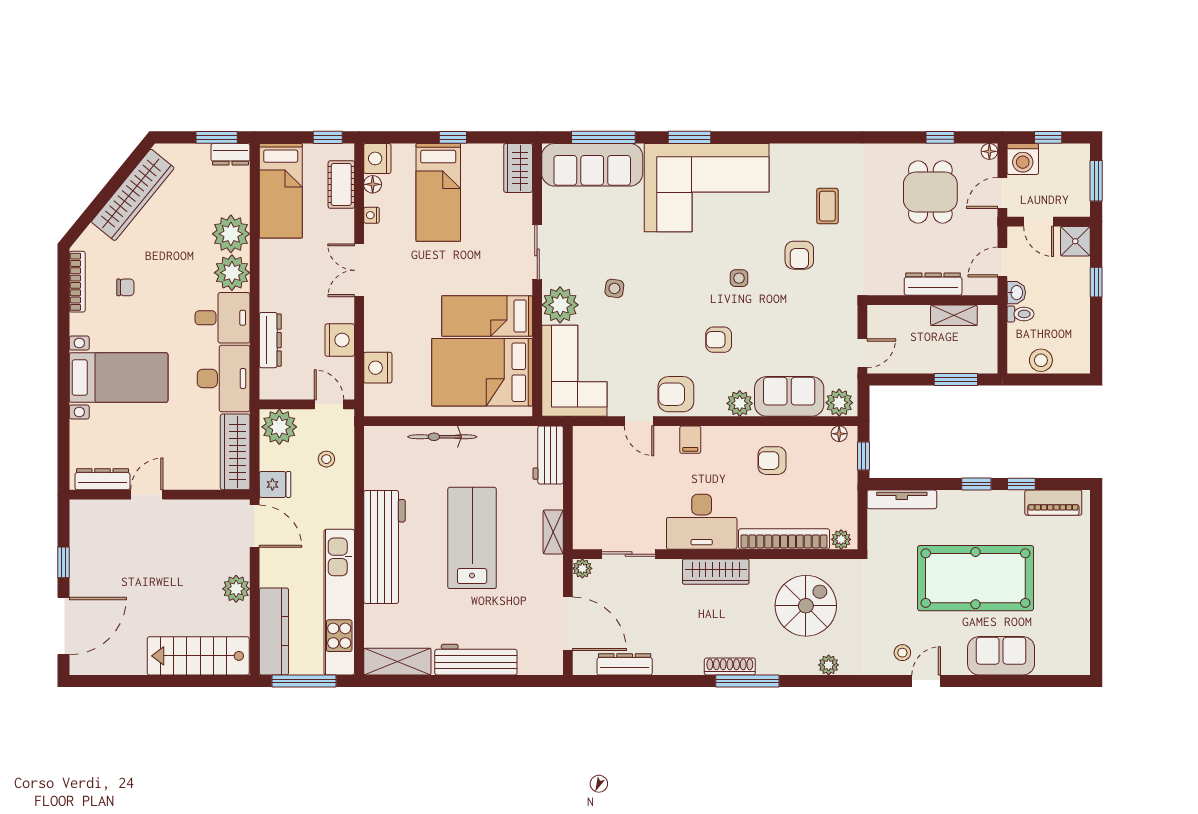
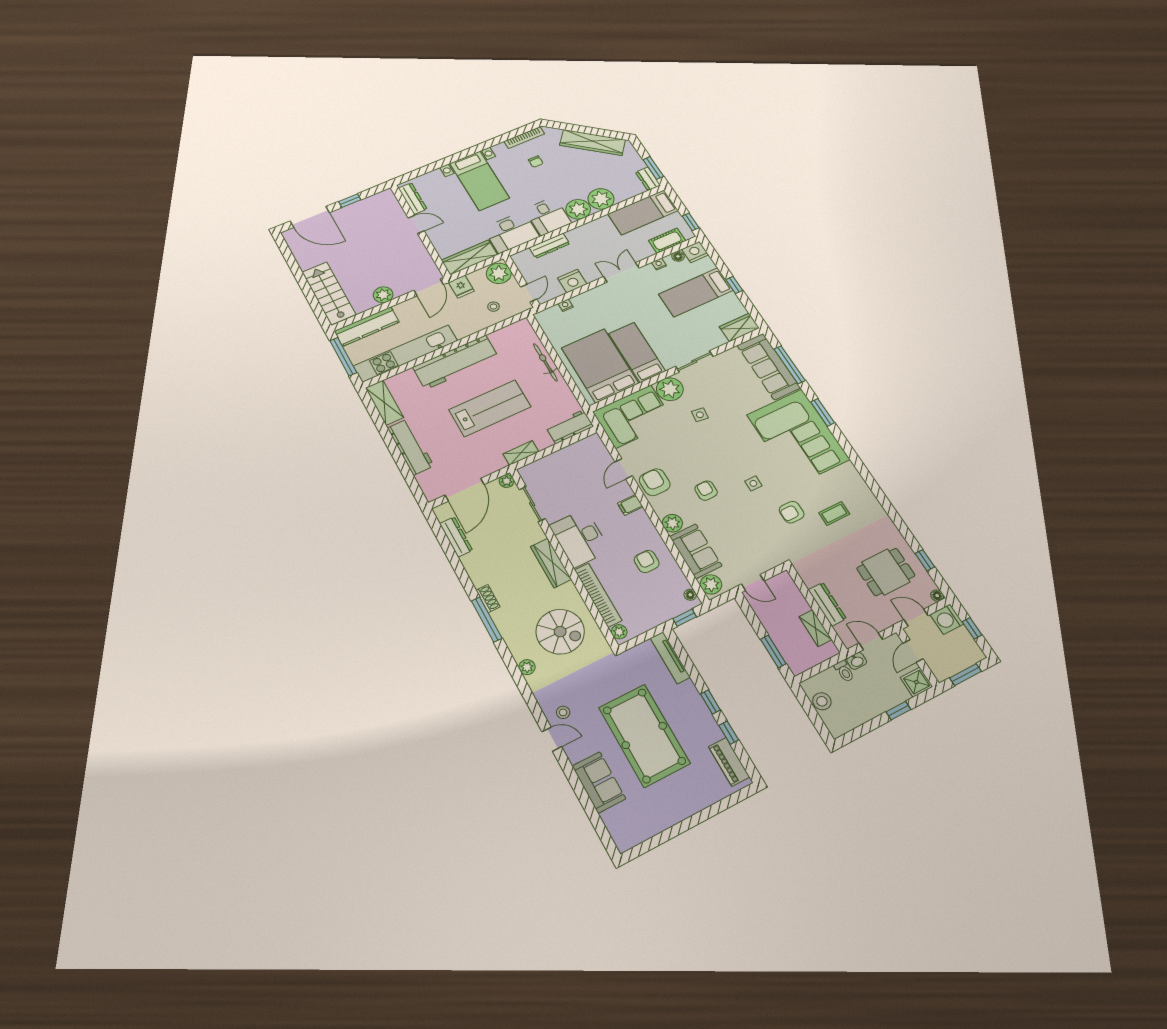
nightstand: (378, 368) -> (566, 305), width x0.53, depth x0.56
shoe rack: (730, 666) -> (488, 598), width x0.70

